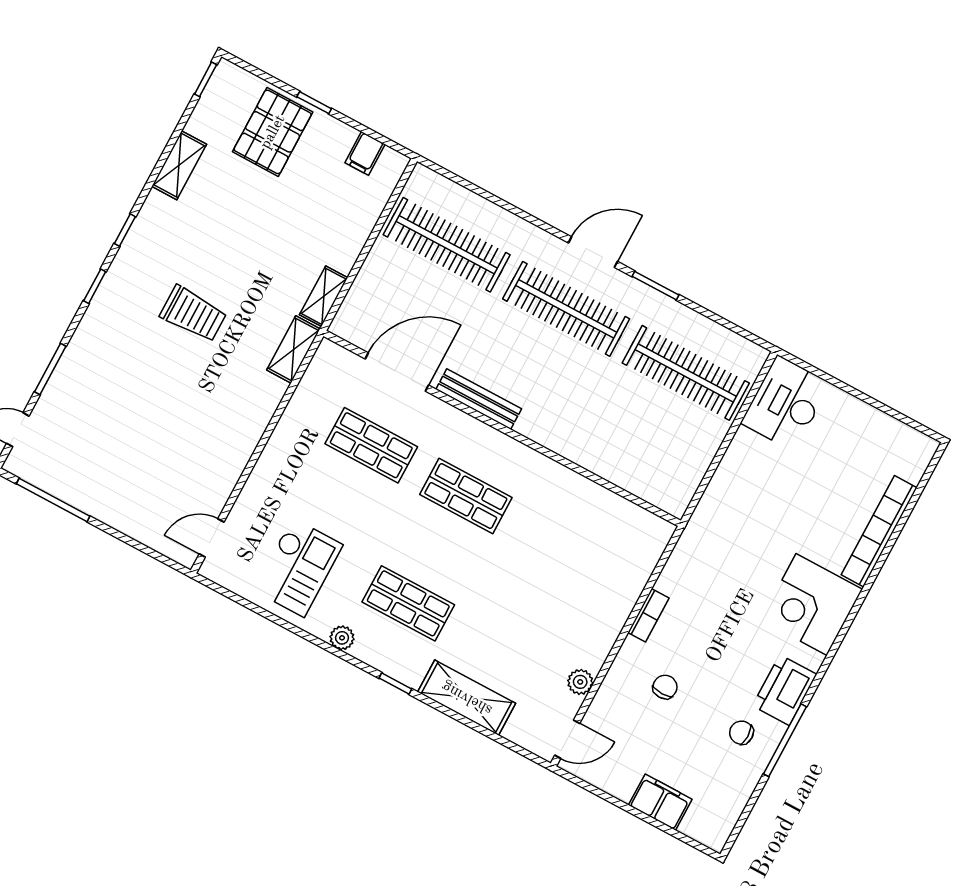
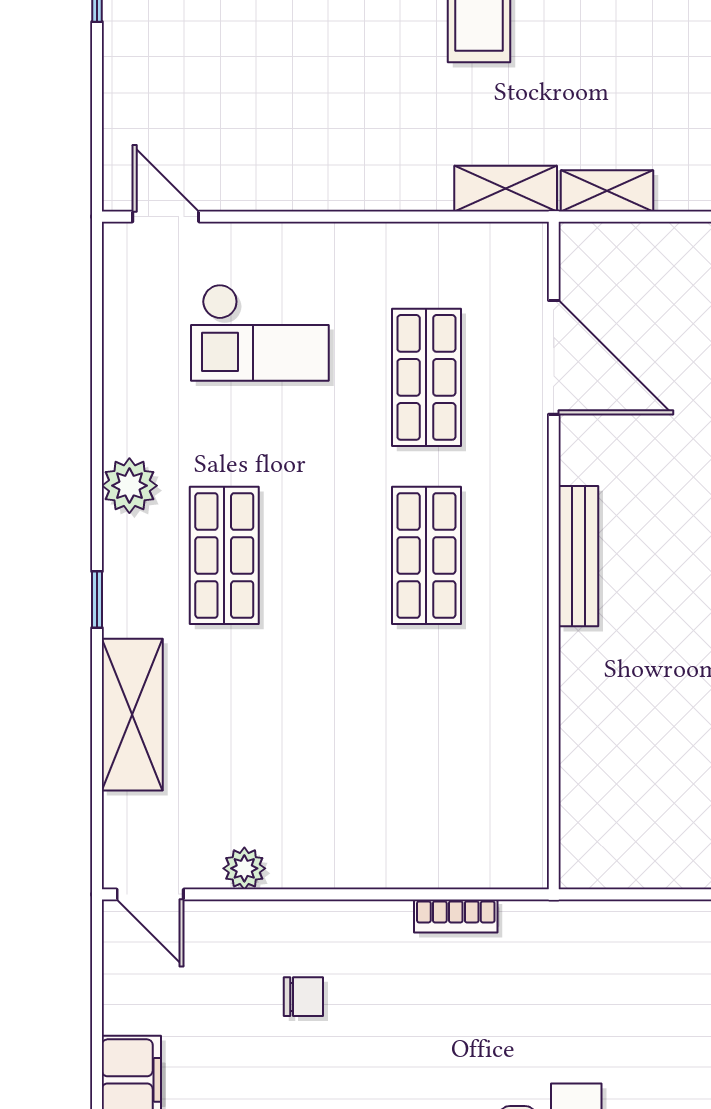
bench: (479, 399) -> (578, 556), moved
checkout: (298, 567) -> (260, 333), moved
bookcase: (648, 615) -> (456, 916), moved
plant: (342, 638) -> (129, 486), width x1.38, depth x1.38

